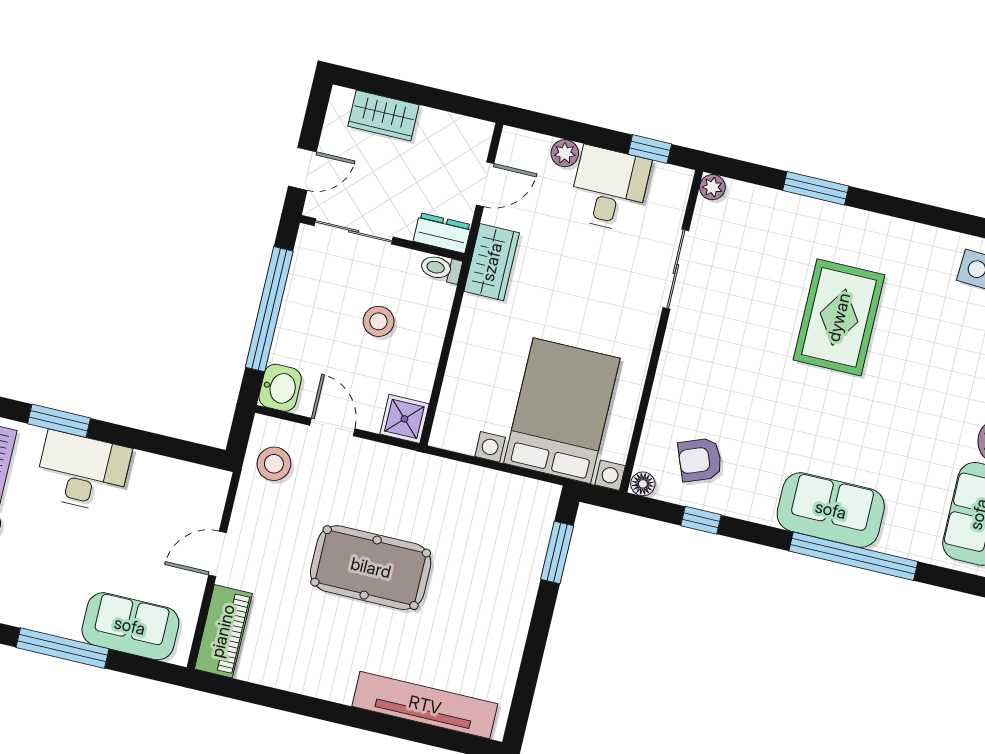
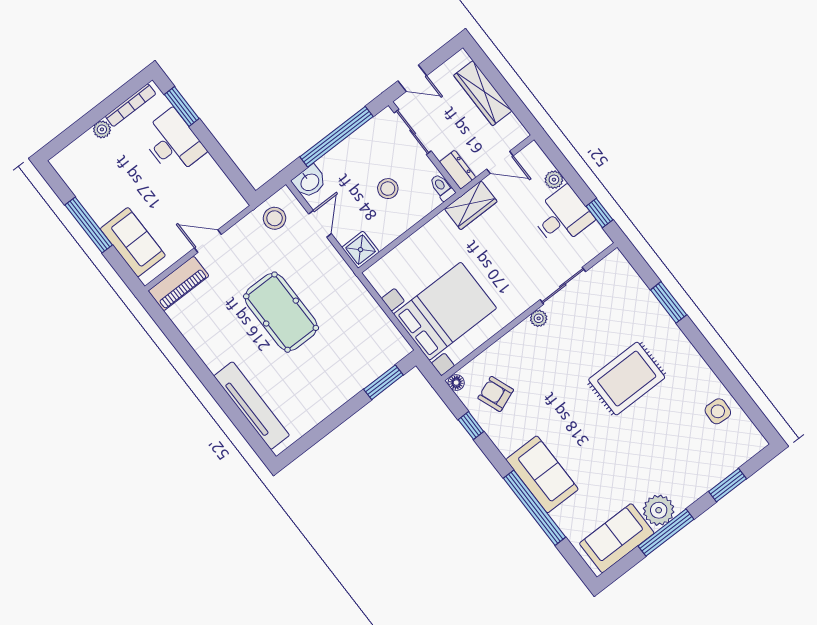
wardrobe: (384, 116) -> (483, 93), width x1.50
plant: (712, 187) -> (539, 318), moved

